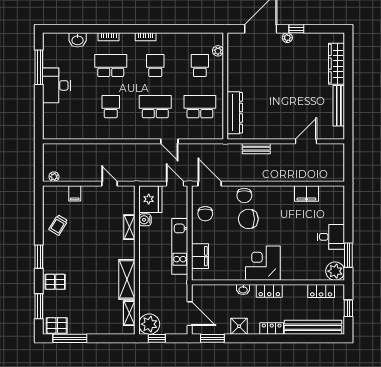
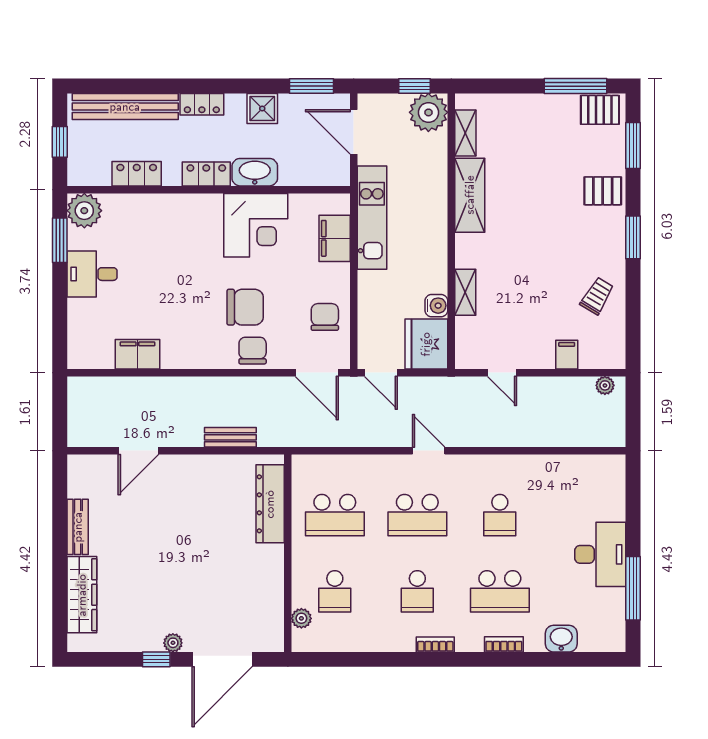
bench: (339, 106) -> (78, 527), width x0.73
door: (169, 141) -> (429, 451), moved
kitchen unit: (180, 246) -> (372, 218), moved
corner desk: (263, 263) -> (256, 225), moved
washbasin: (243, 290) -> (255, 172), width x1.91, depth x1.45
locker: (321, 291) -> (137, 174), moved

